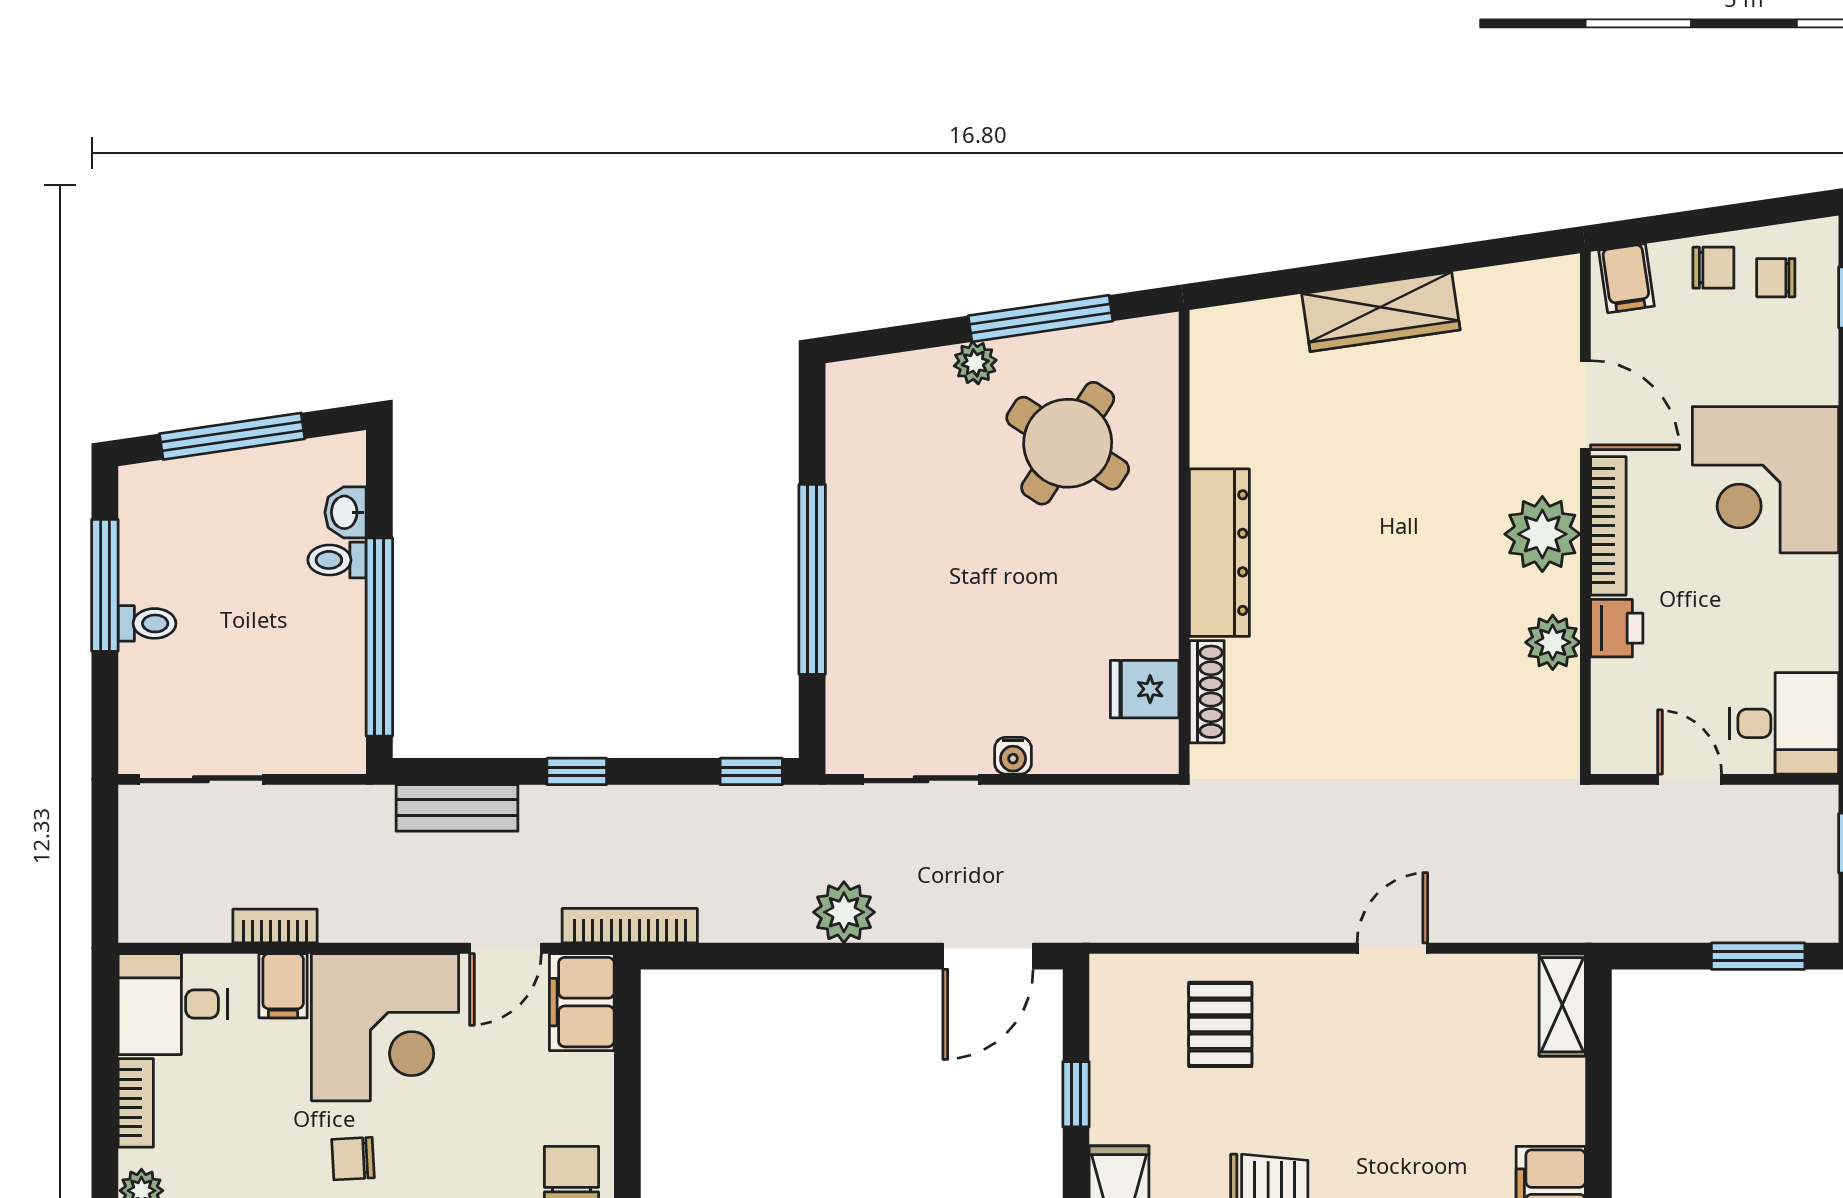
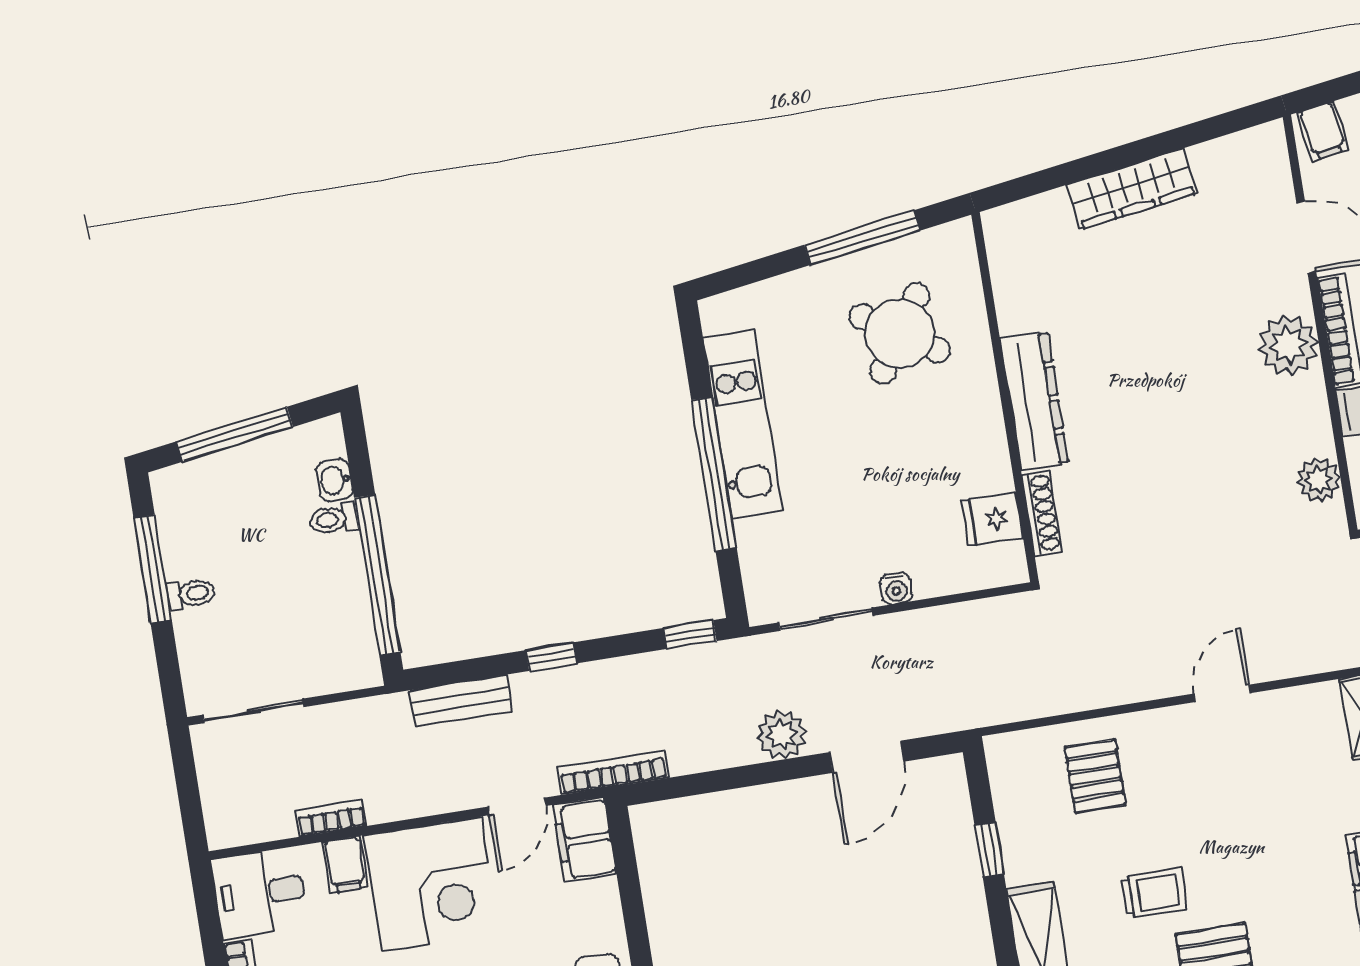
plant: (975, 363) -> (816, 281), removed
kitchen unit: (857, 524) -> (743, 424), added
plant: (1553, 642) -> (1319, 480), moved
door: (988, 956) -> (867, 757), moved

